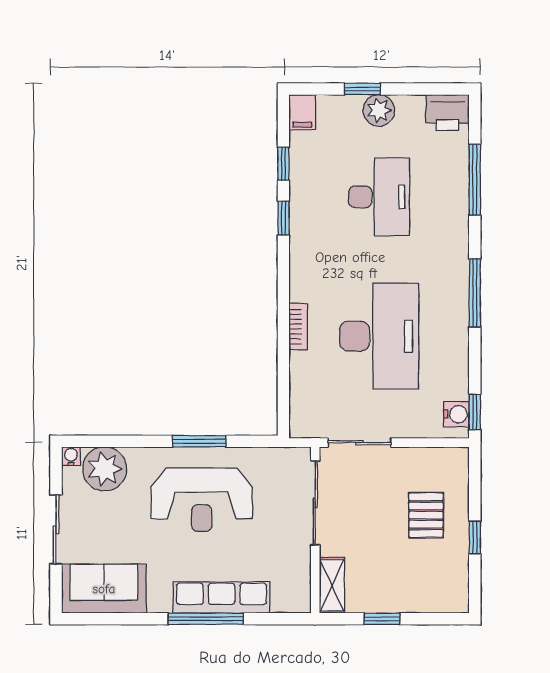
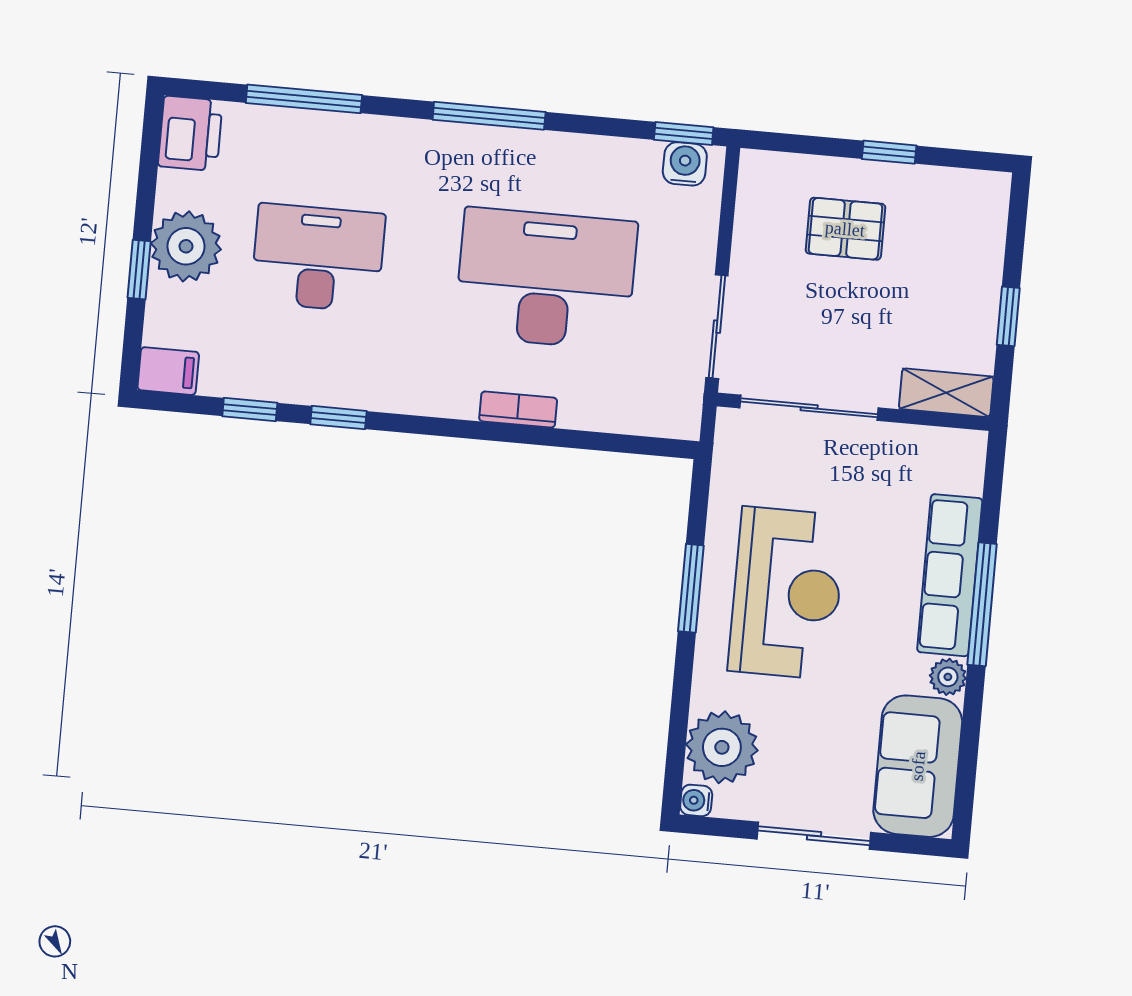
plant: (379, 110) -> (186, 246), width x1.36, depth x1.36
plant: (160, 602) -> (948, 677), added

